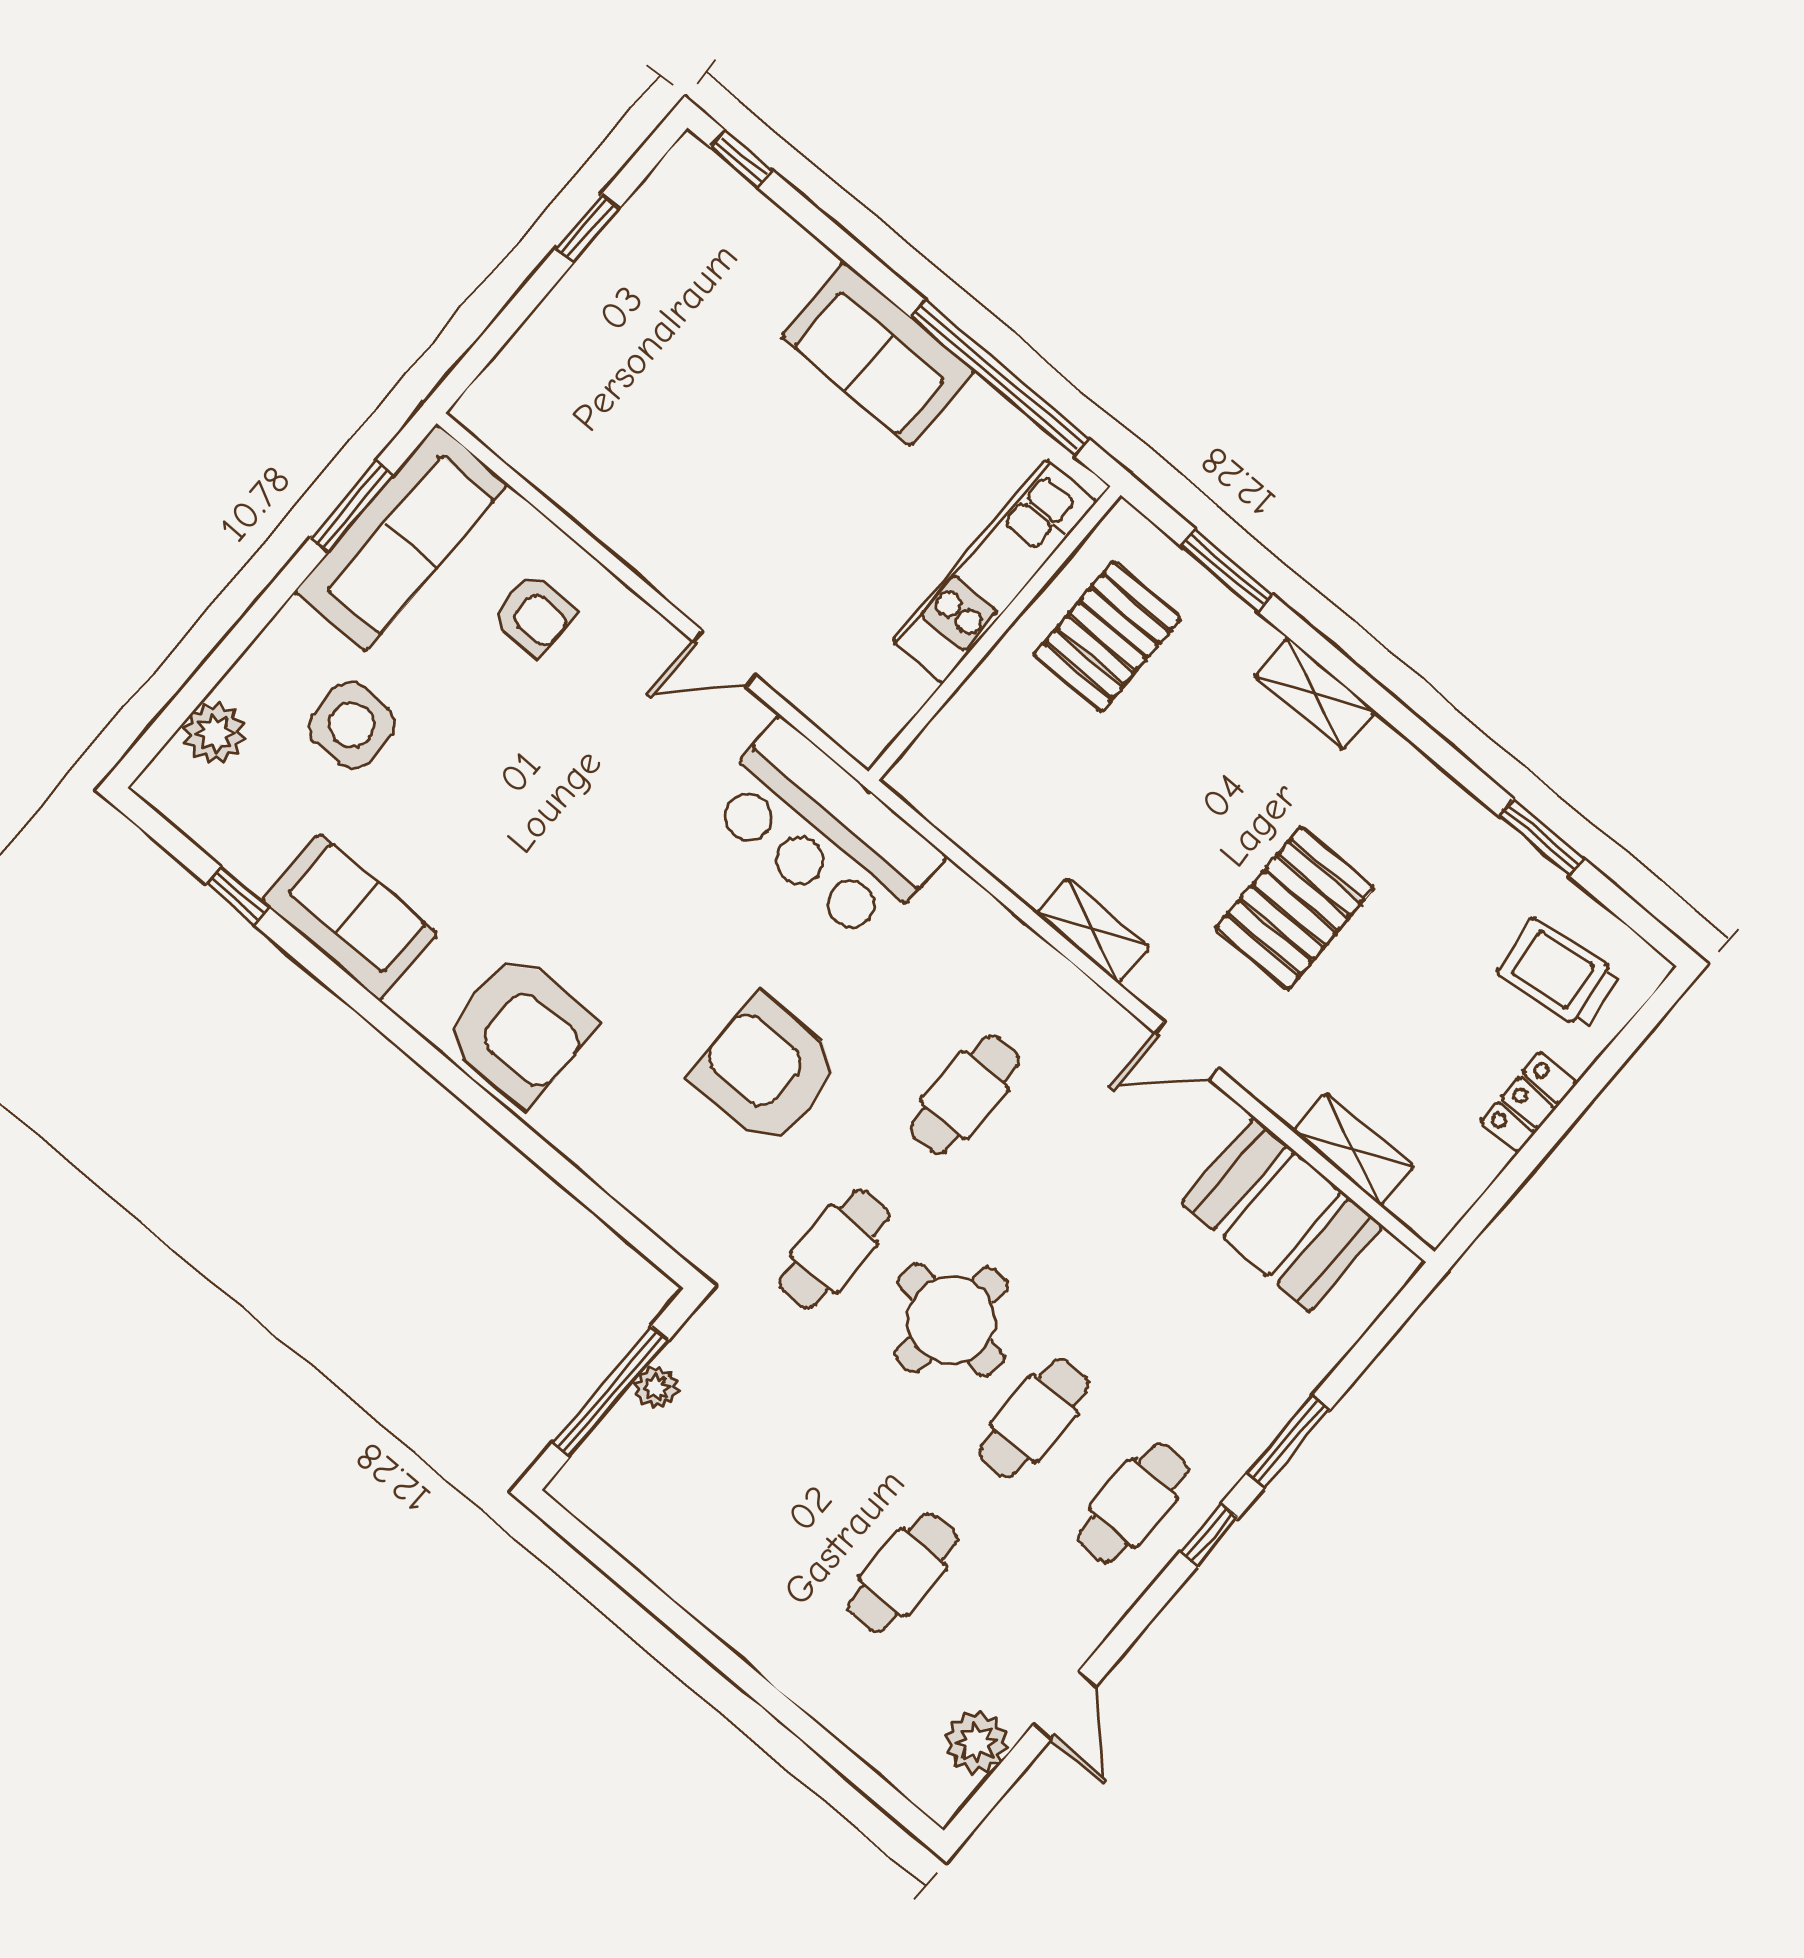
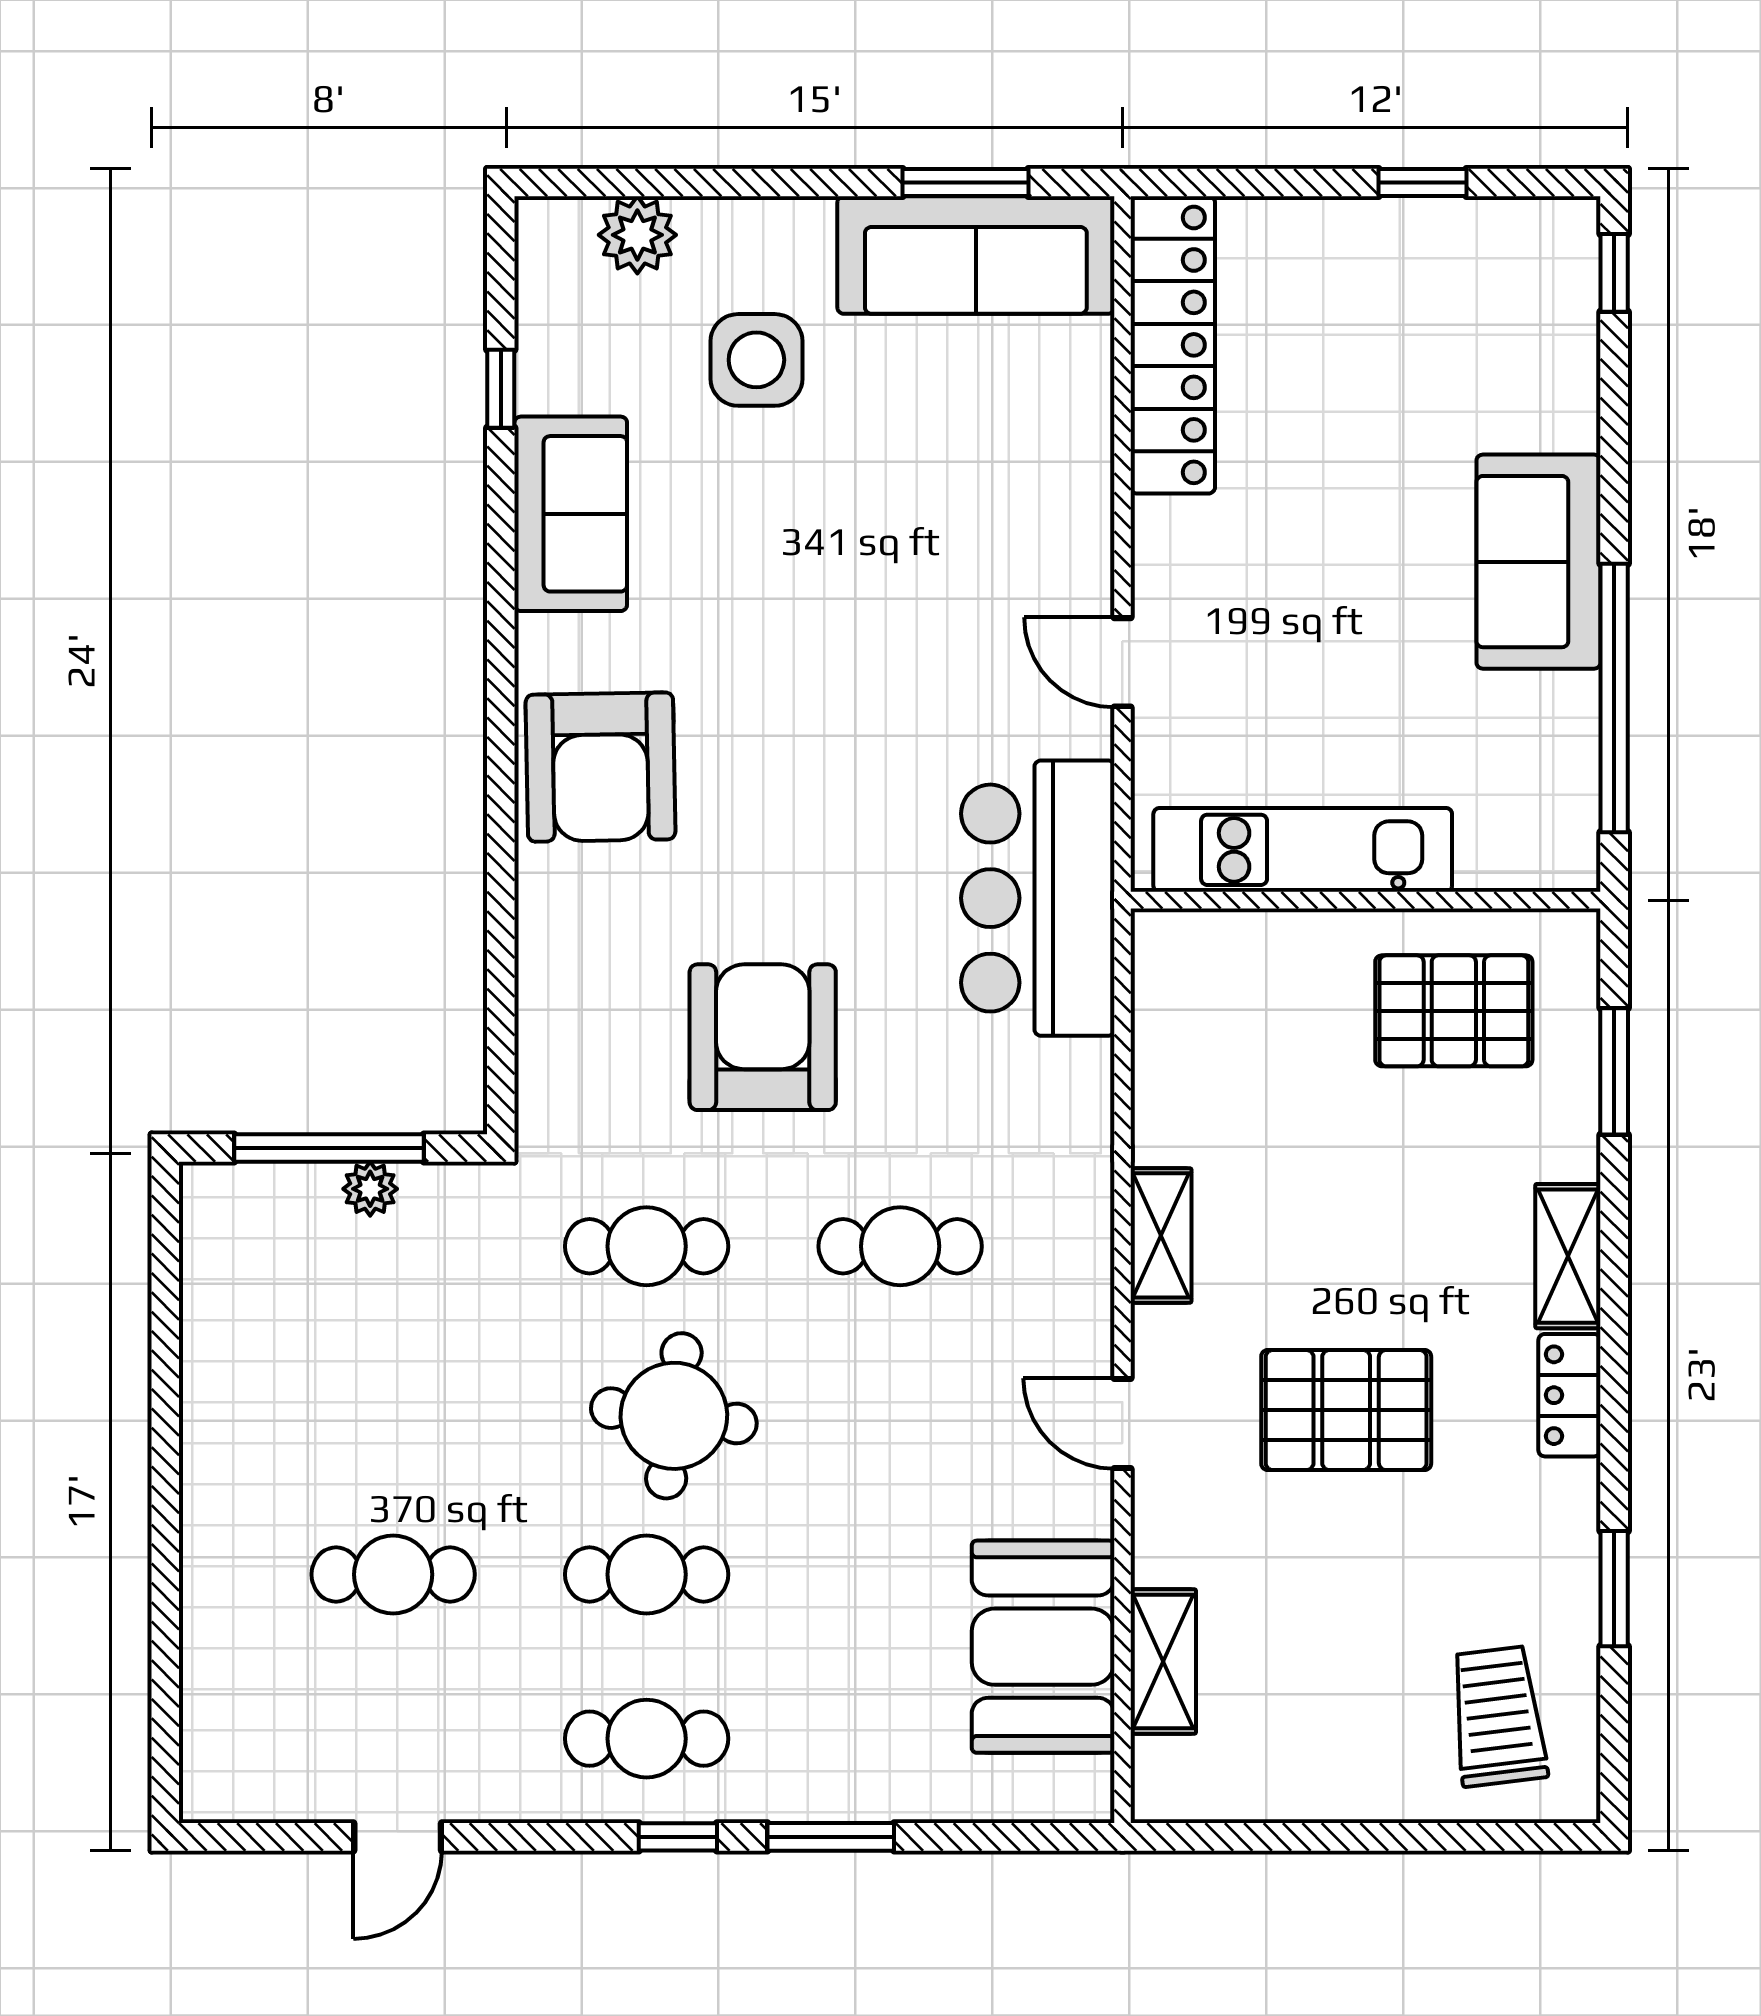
locker: (557, 464) -> (1173, 345), added
kitchen unit: (994, 571) -> (1303, 850), moved
armchair: (534, 615) -> (1010, 444), removed
locker: (1529, 1103) -> (1569, 1395), moved, turned -90
plant: (976, 1743) -> (290, 1783), removed

